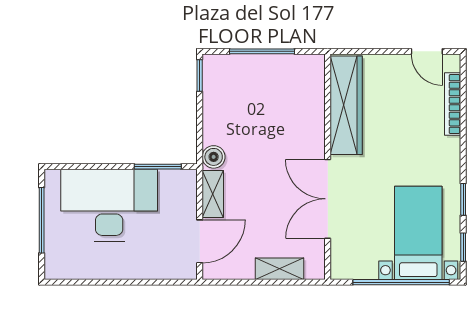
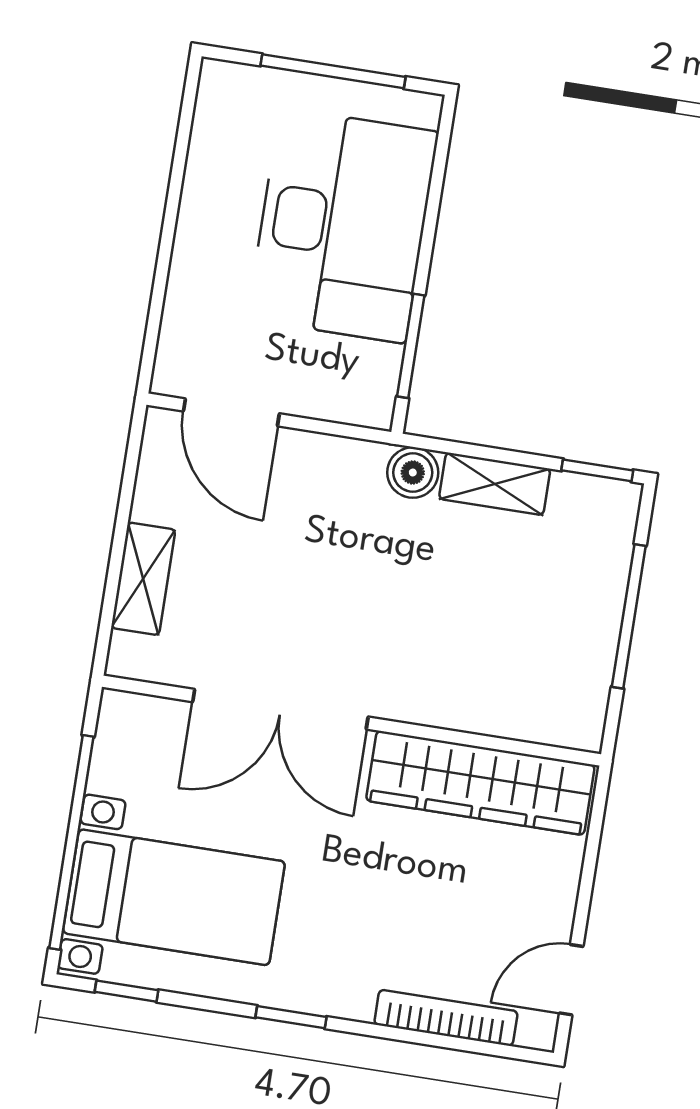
shelving: (213, 194) -> (495, 484), moved
double door: (328, 199) -> (280, 709), swing flipped
window: (463, 199) -> (291, 1017), moved

